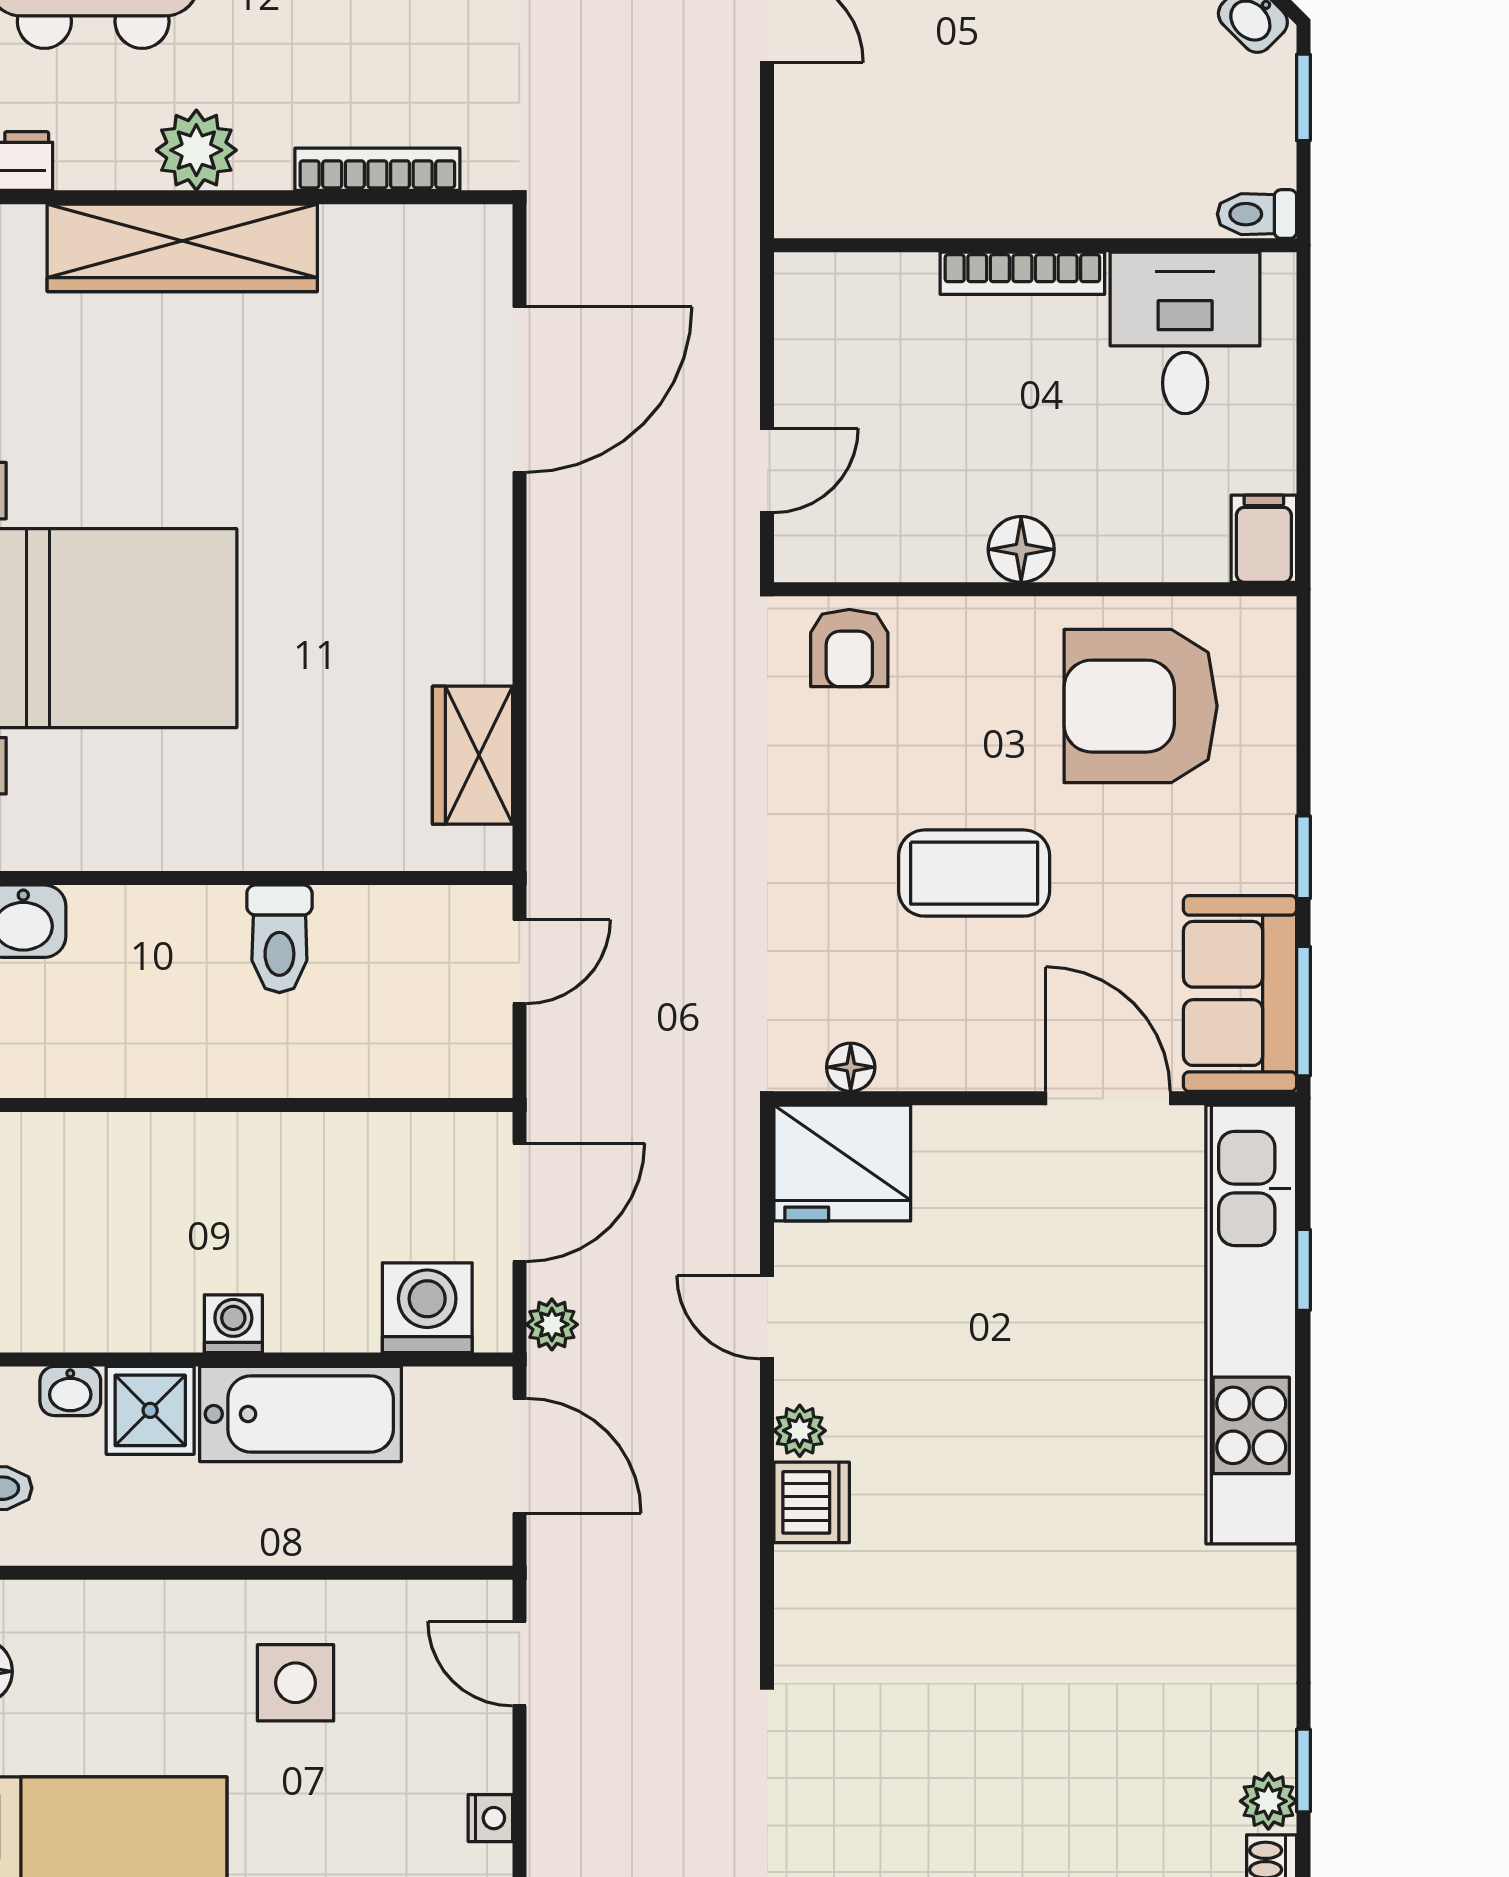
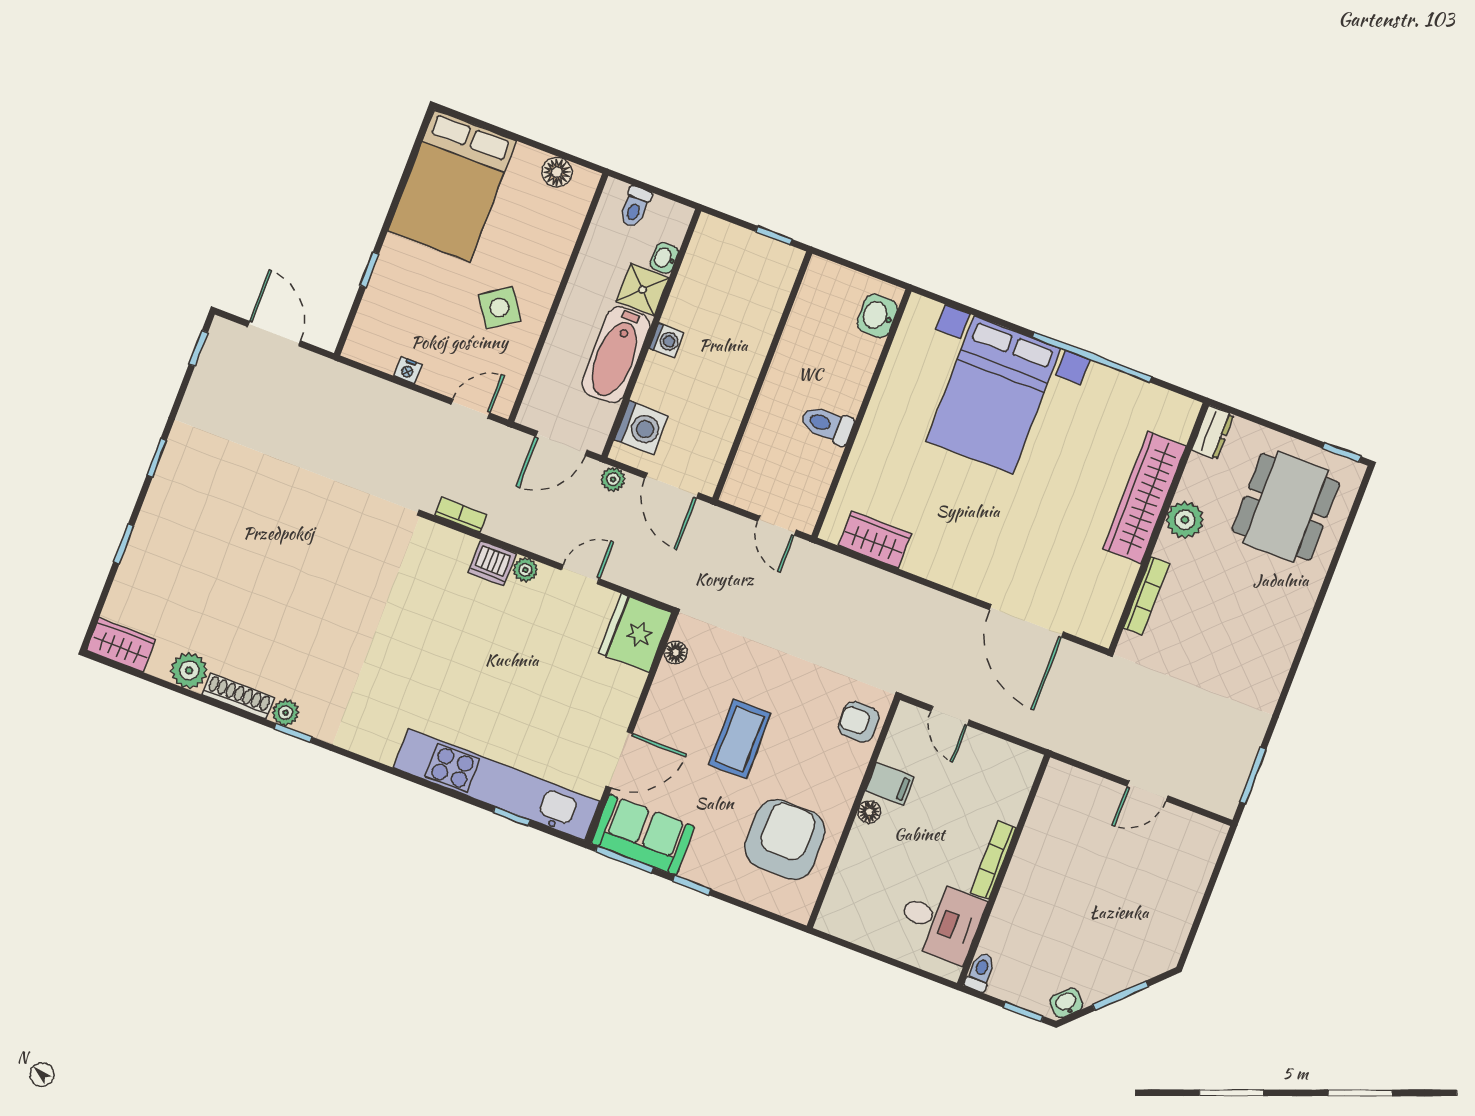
filing cabinet: (1264, 539) -> (890, 784), moved
floor lamp: (1021, 549) -> (869, 812), width x0.73, depth x0.73
bookcase: (739, 1602) -> (461, 515), added
side table: (296, 1683) -> (499, 308), turned -34

